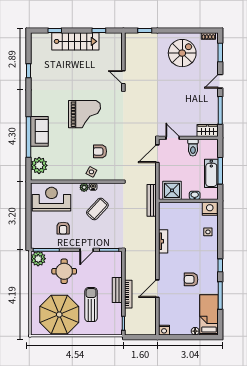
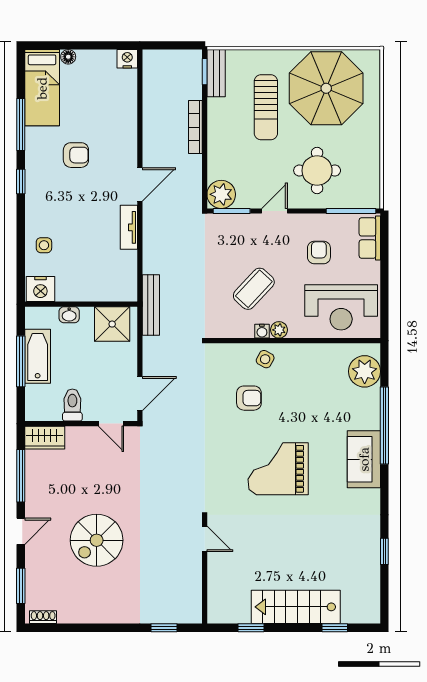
spiral stairs: (182, 53) -> (97, 540), moved
sofa: (39, 131) -> (364, 459), moved
row of seats: (36, 236) -> (370, 238), added
plant: (38, 259) -> (221, 194), moved
door: (157, 289) -> (140, 184), moved
bench: (117, 290) -> (216, 73), moved

